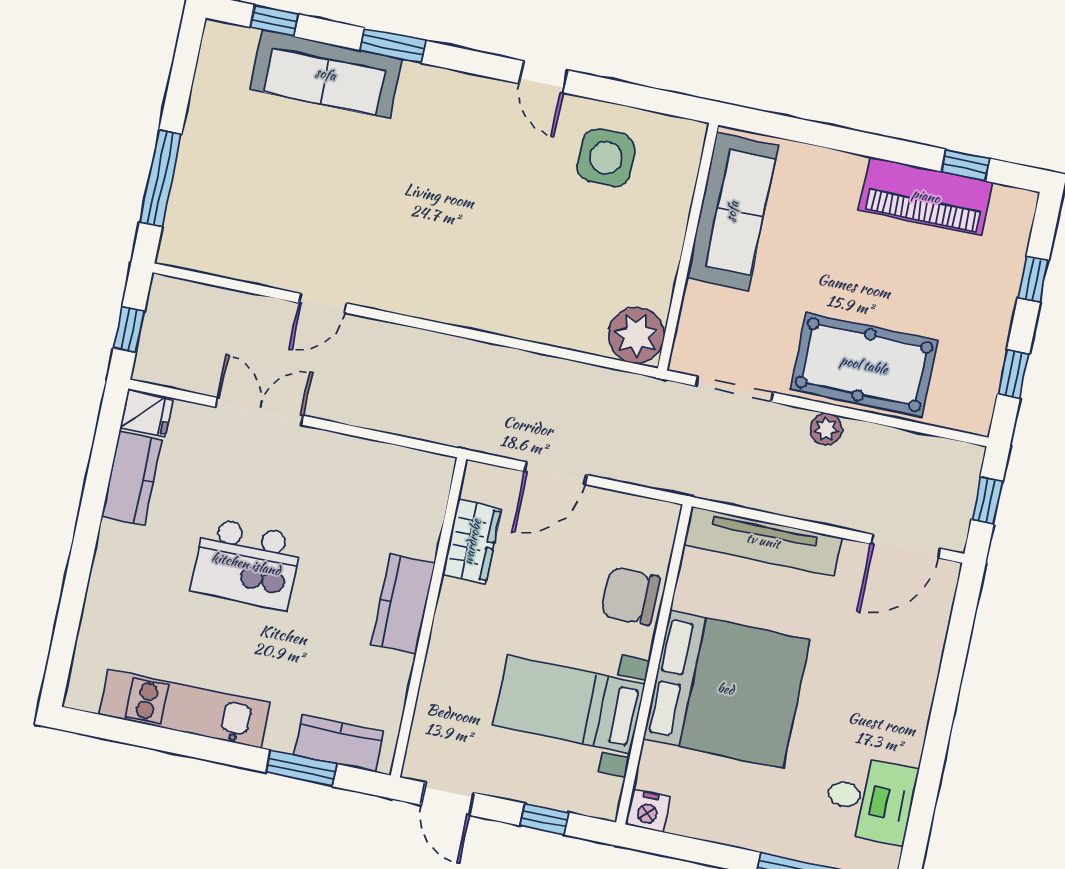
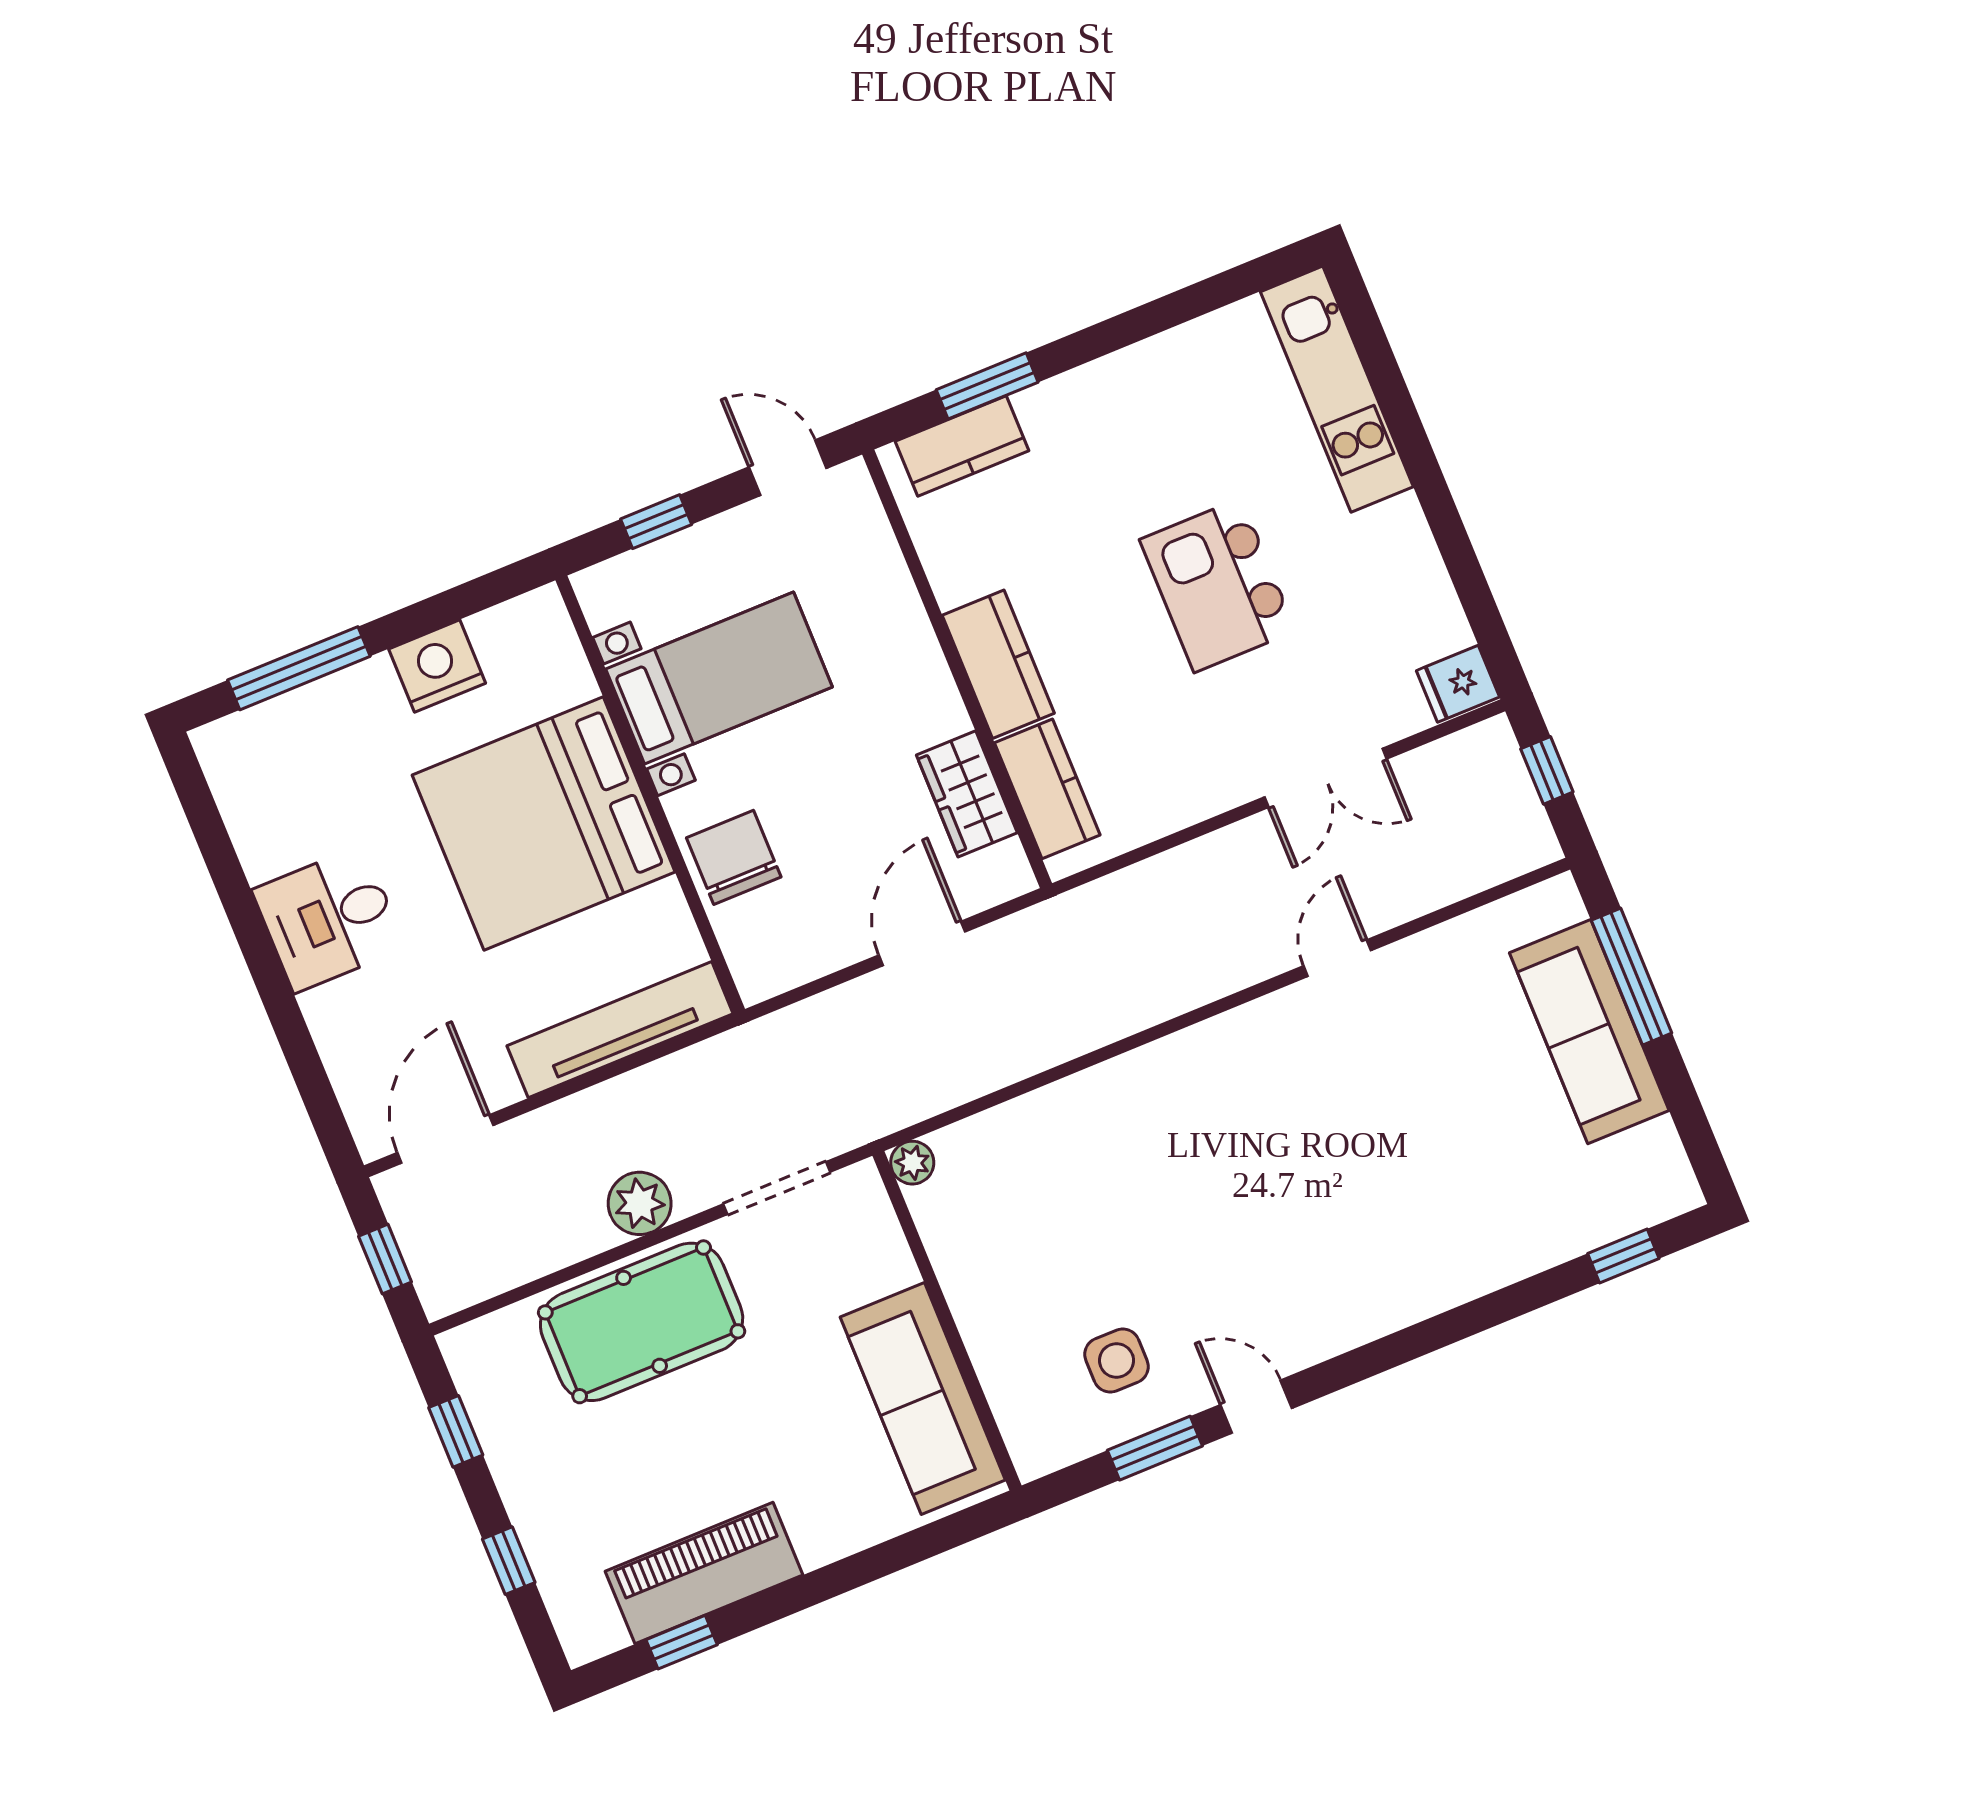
window: (393, 45) -> (1155, 1448), moved
sofa: (326, 74) -> (1589, 1032), moved, turned -90
side table: (606, 158) -> (1117, 1360), width x0.73, depth x0.73
plant: (636, 335) -> (912, 1163), width x0.53, depth x0.53
plant: (826, 429) -> (640, 1203), width x1.38, depth x1.38
kitchen counter: (132, 478) -> (1047, 789), moved, turned 180
kitchen island: (246, 564) -> (1218, 585), turned -90
chair: (630, 596) -> (734, 857), turned -90
kitchen unit: (184, 709) -> (1337, 389), moved, turned 90
desk: (870, 800) -> (329, 919), moved
nightstand: (648, 811) -> (437, 666), moved, width x1.36, depth x1.33

